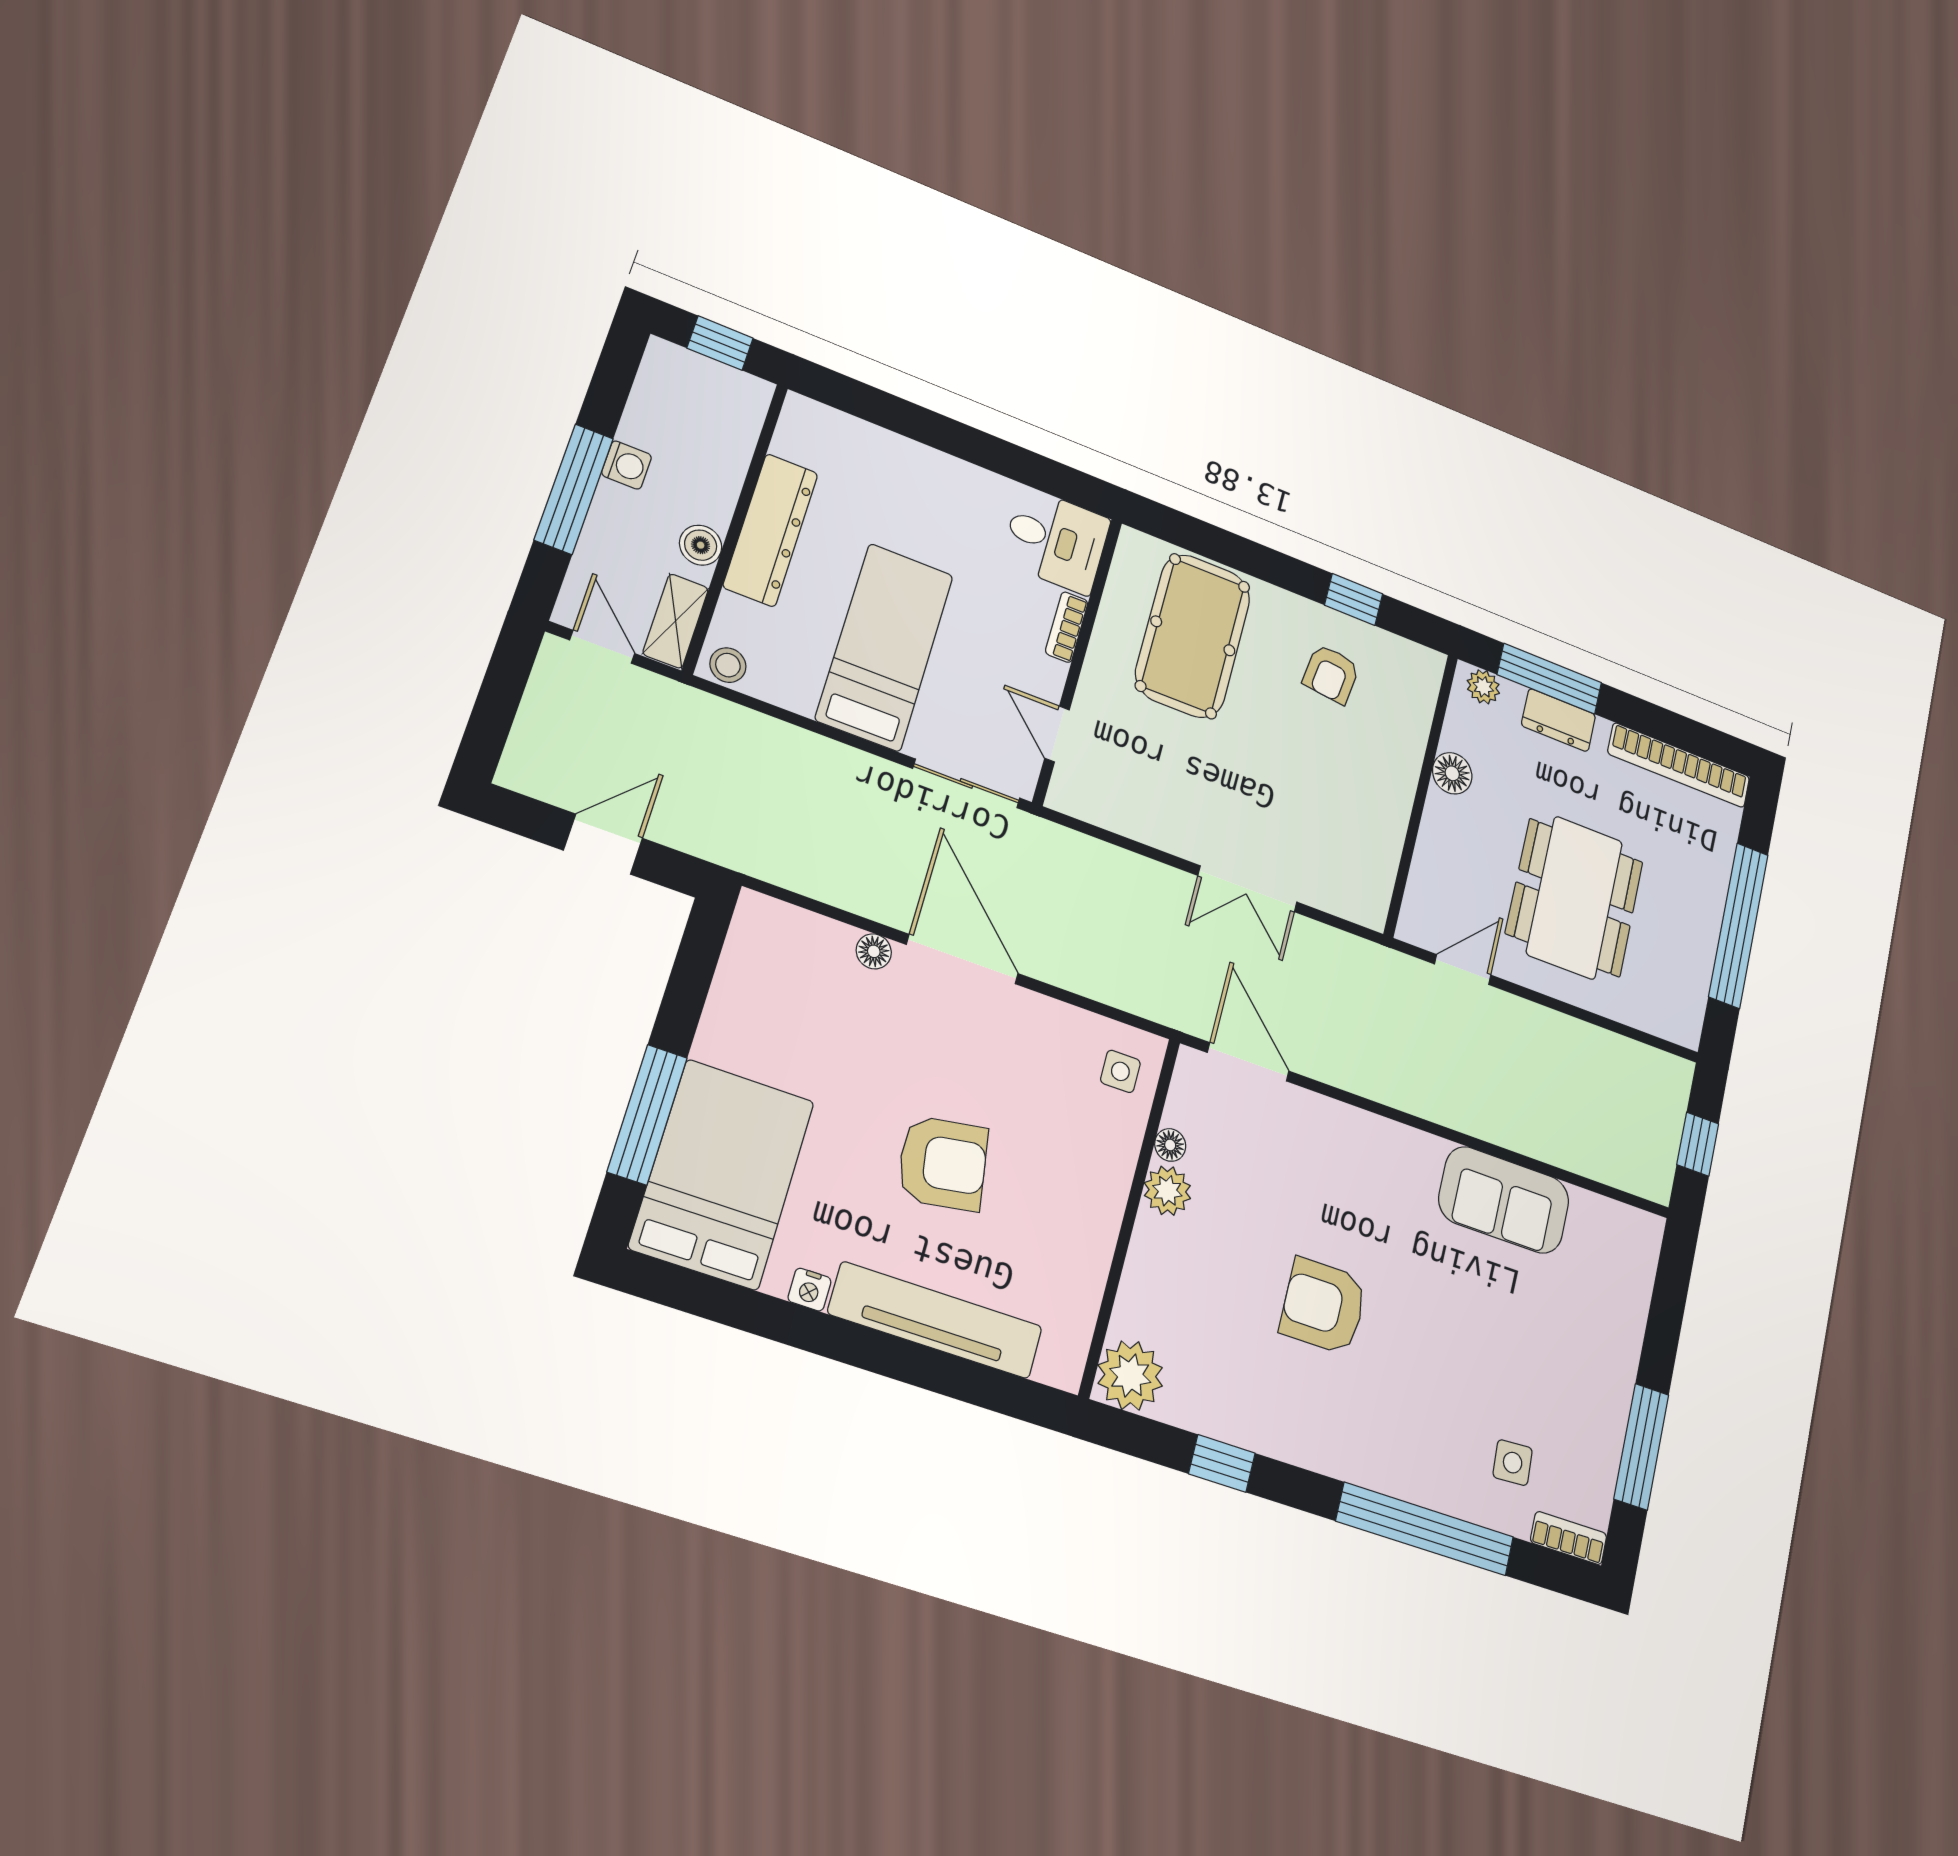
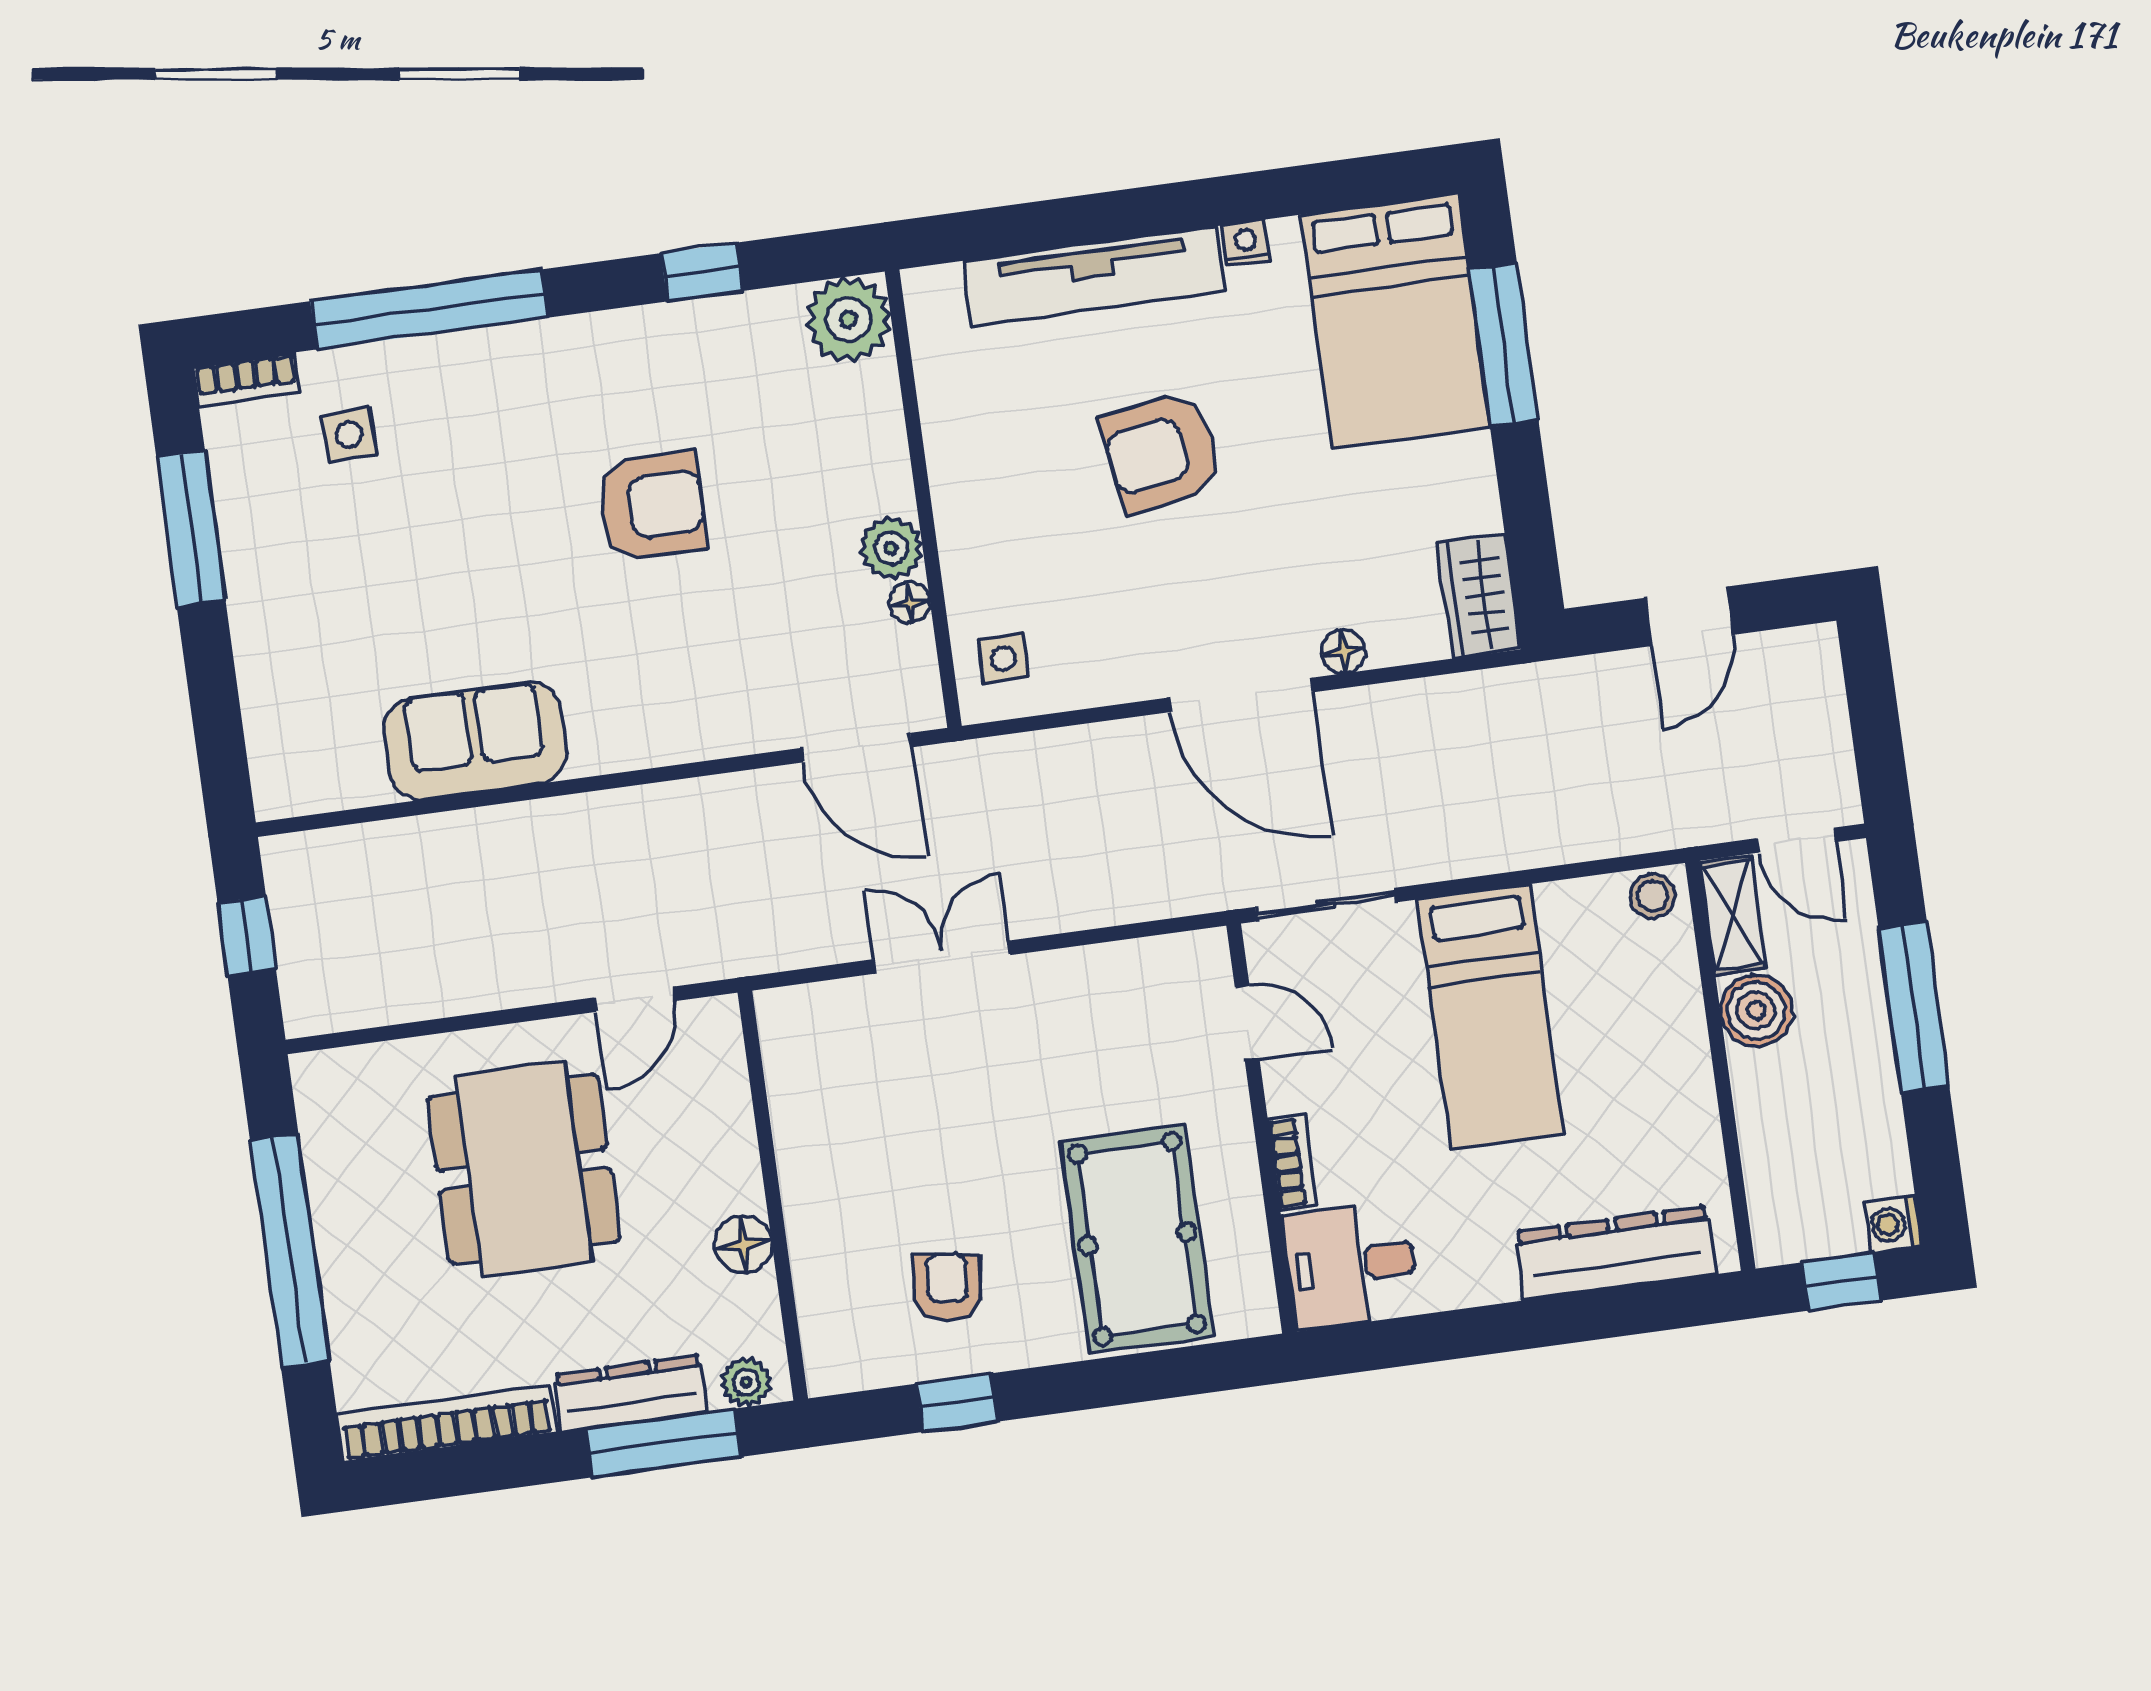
washing machine: (627, 465) -> (1893, 1224), moved
dresser: (771, 530) -> (1616, 1253), moved, turned 90
boiler: (701, 545) -> (1756, 1010), width x1.36, depth x1.36
dresser: (1558, 720) -> (631, 1393), width x1.44
wardrobe: (755, 940) -> (1479, 596), added

